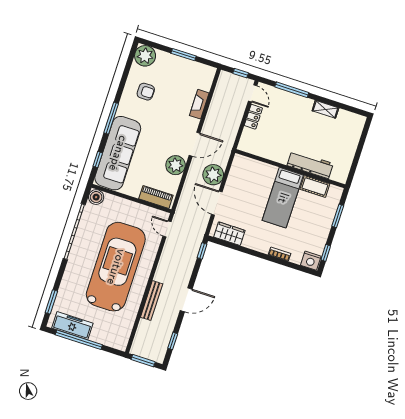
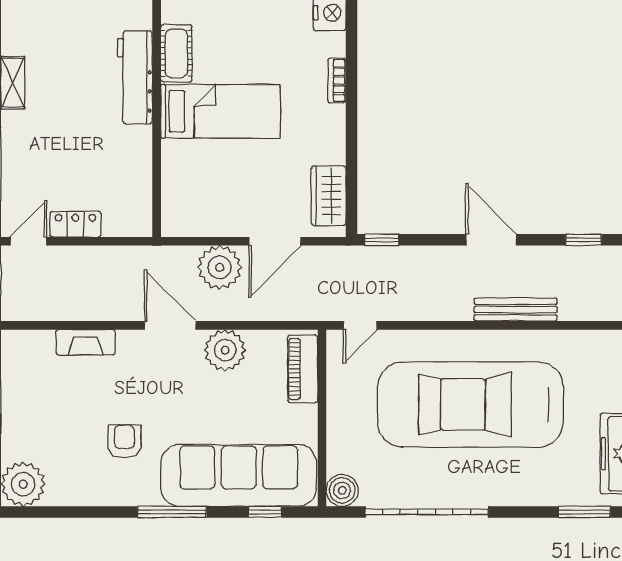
armchair: (146, 92) -> (124, 441), moved

